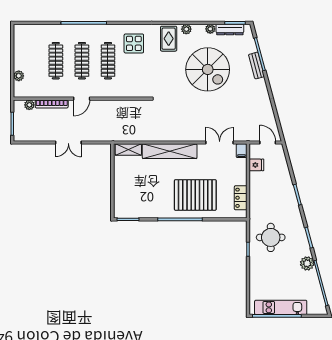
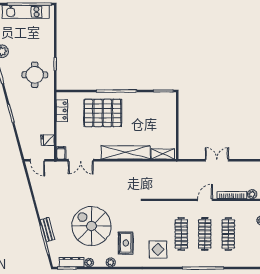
rug: (169, 39) -> (126, 243), moved

